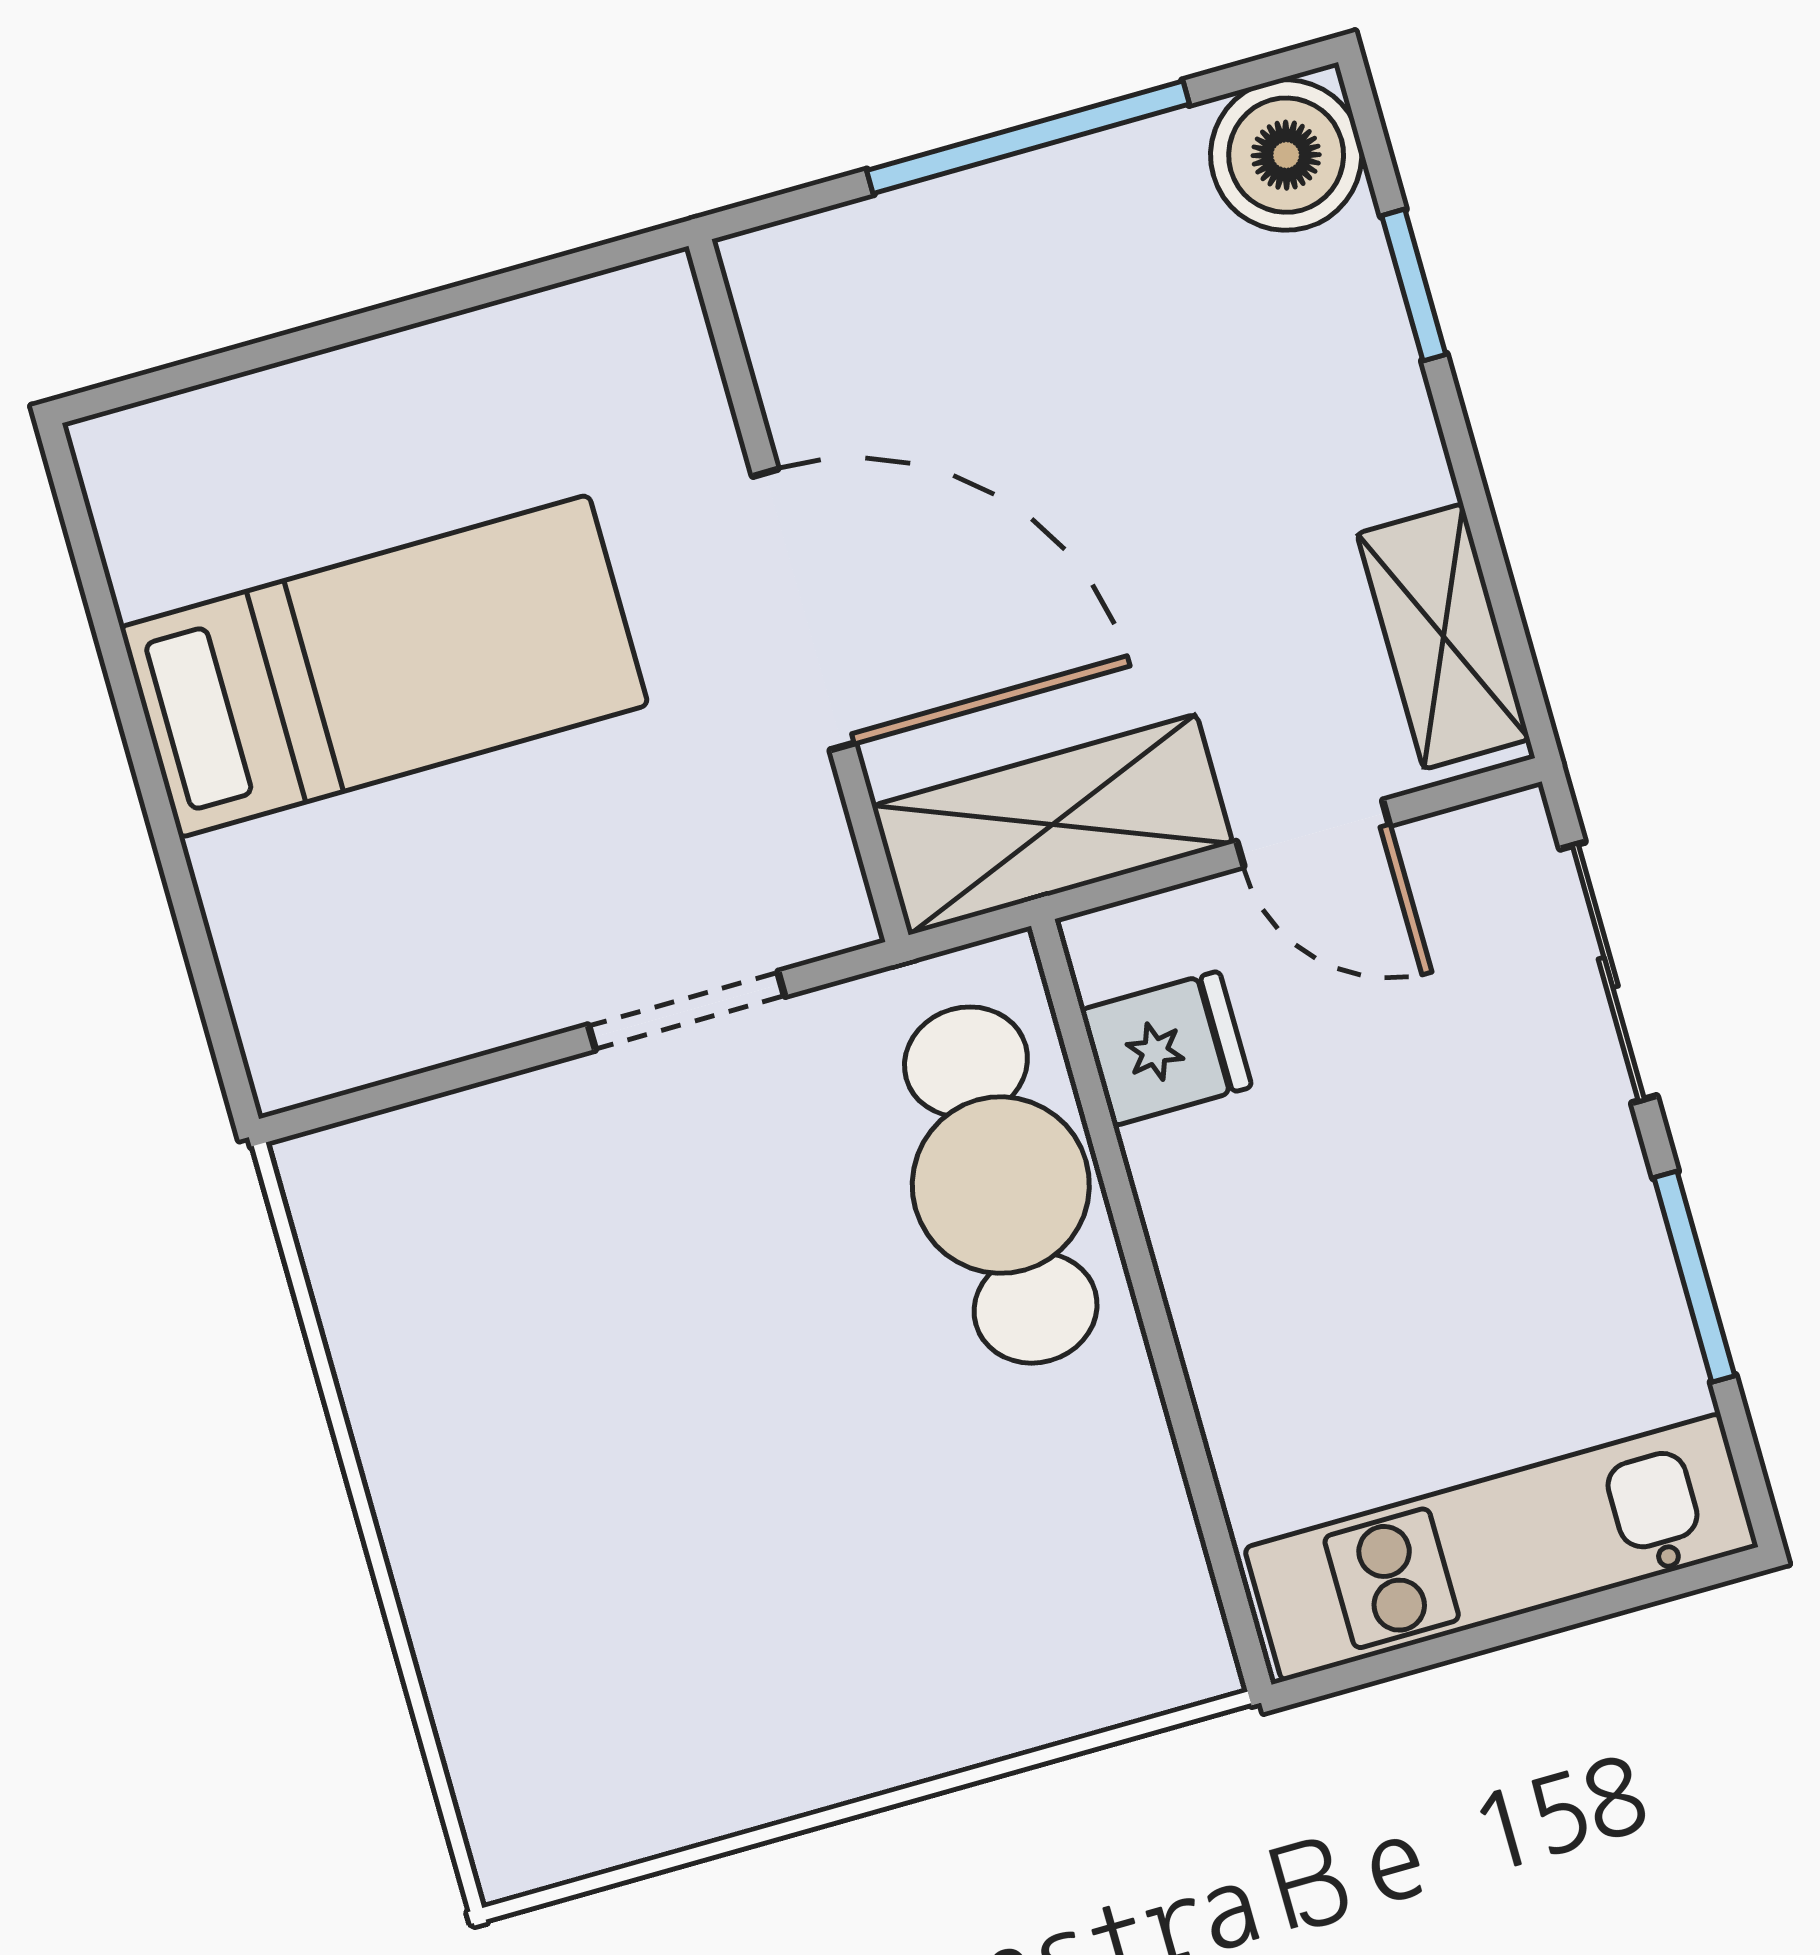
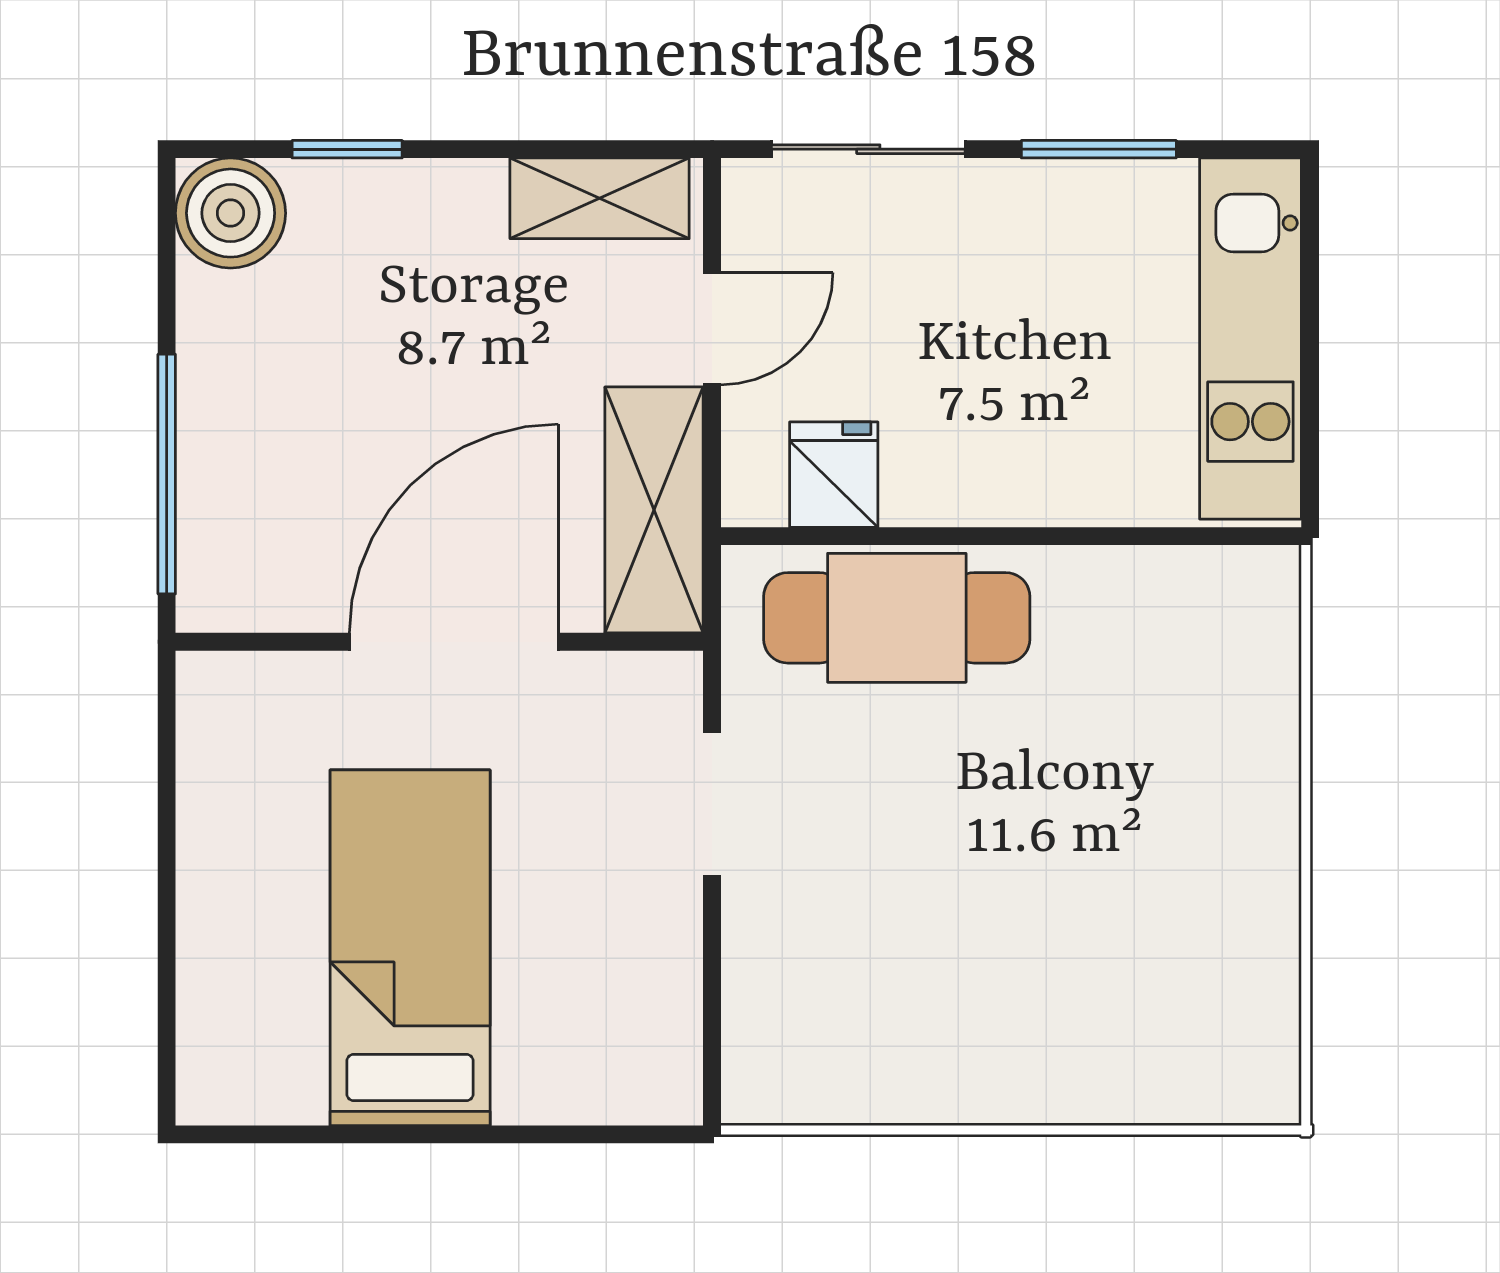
window: (1028, 137) -> (167, 474), moved

